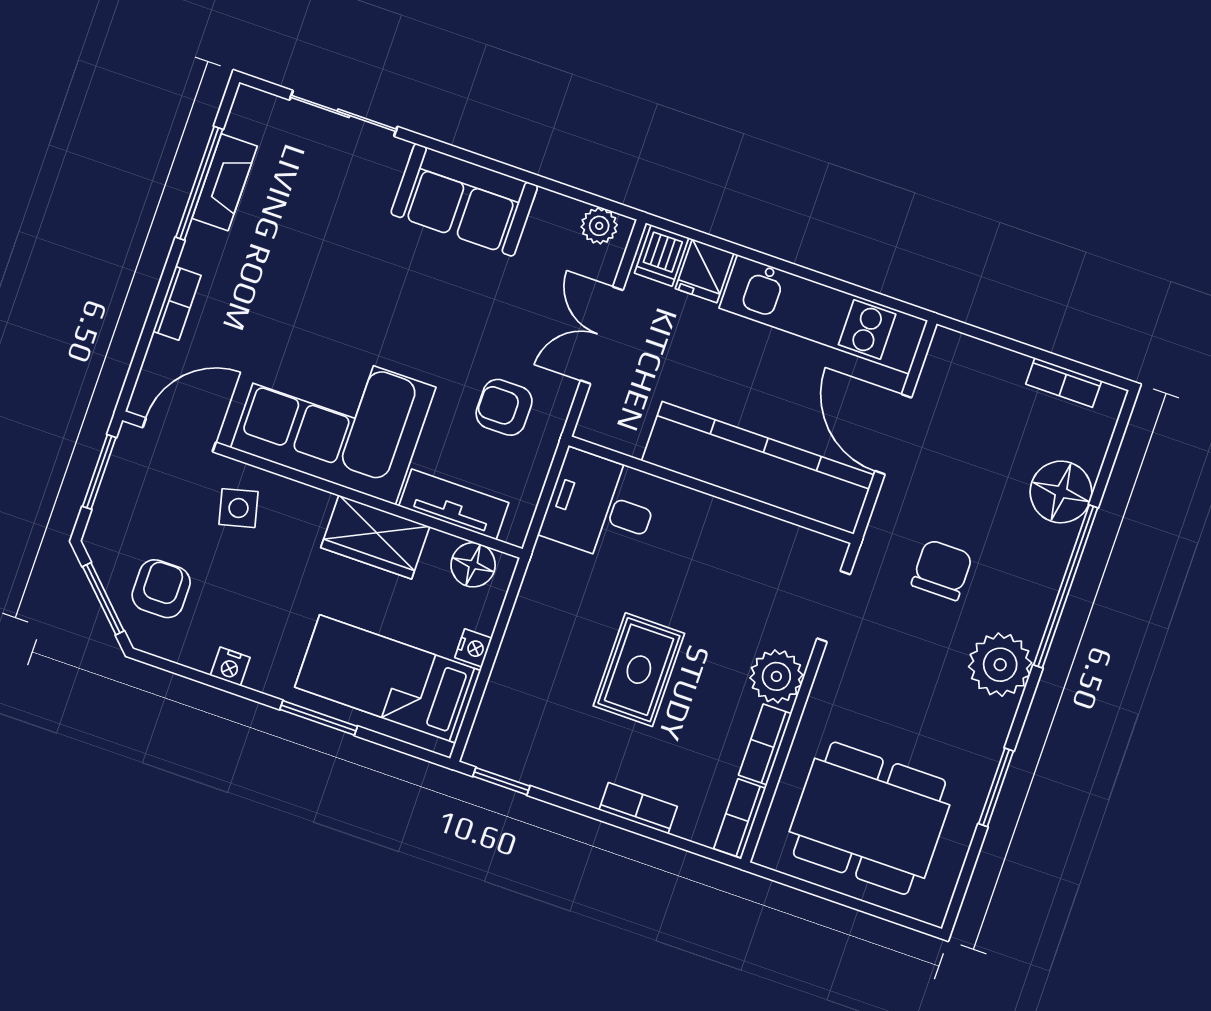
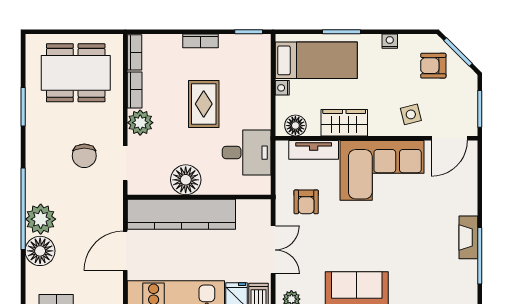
fireplace: (225, 182) -> (468, 237), moved
bookcase: (177, 303) -> (471, 198), removed
armchair: (504, 407) -> (306, 202), turned 90
door: (893, 434) -> (125, 251), swing flipped
desk: (601, 507) -> (247, 153), moved
floor lamp: (726, 533) -> (186, 180), added
chair: (942, 570) -> (84, 156), moved
armchair: (161, 589) -> (433, 66), turned 90
plant: (1000, 665) -> (41, 219), moved
bookcase: (638, 808) -> (201, 41), moved

